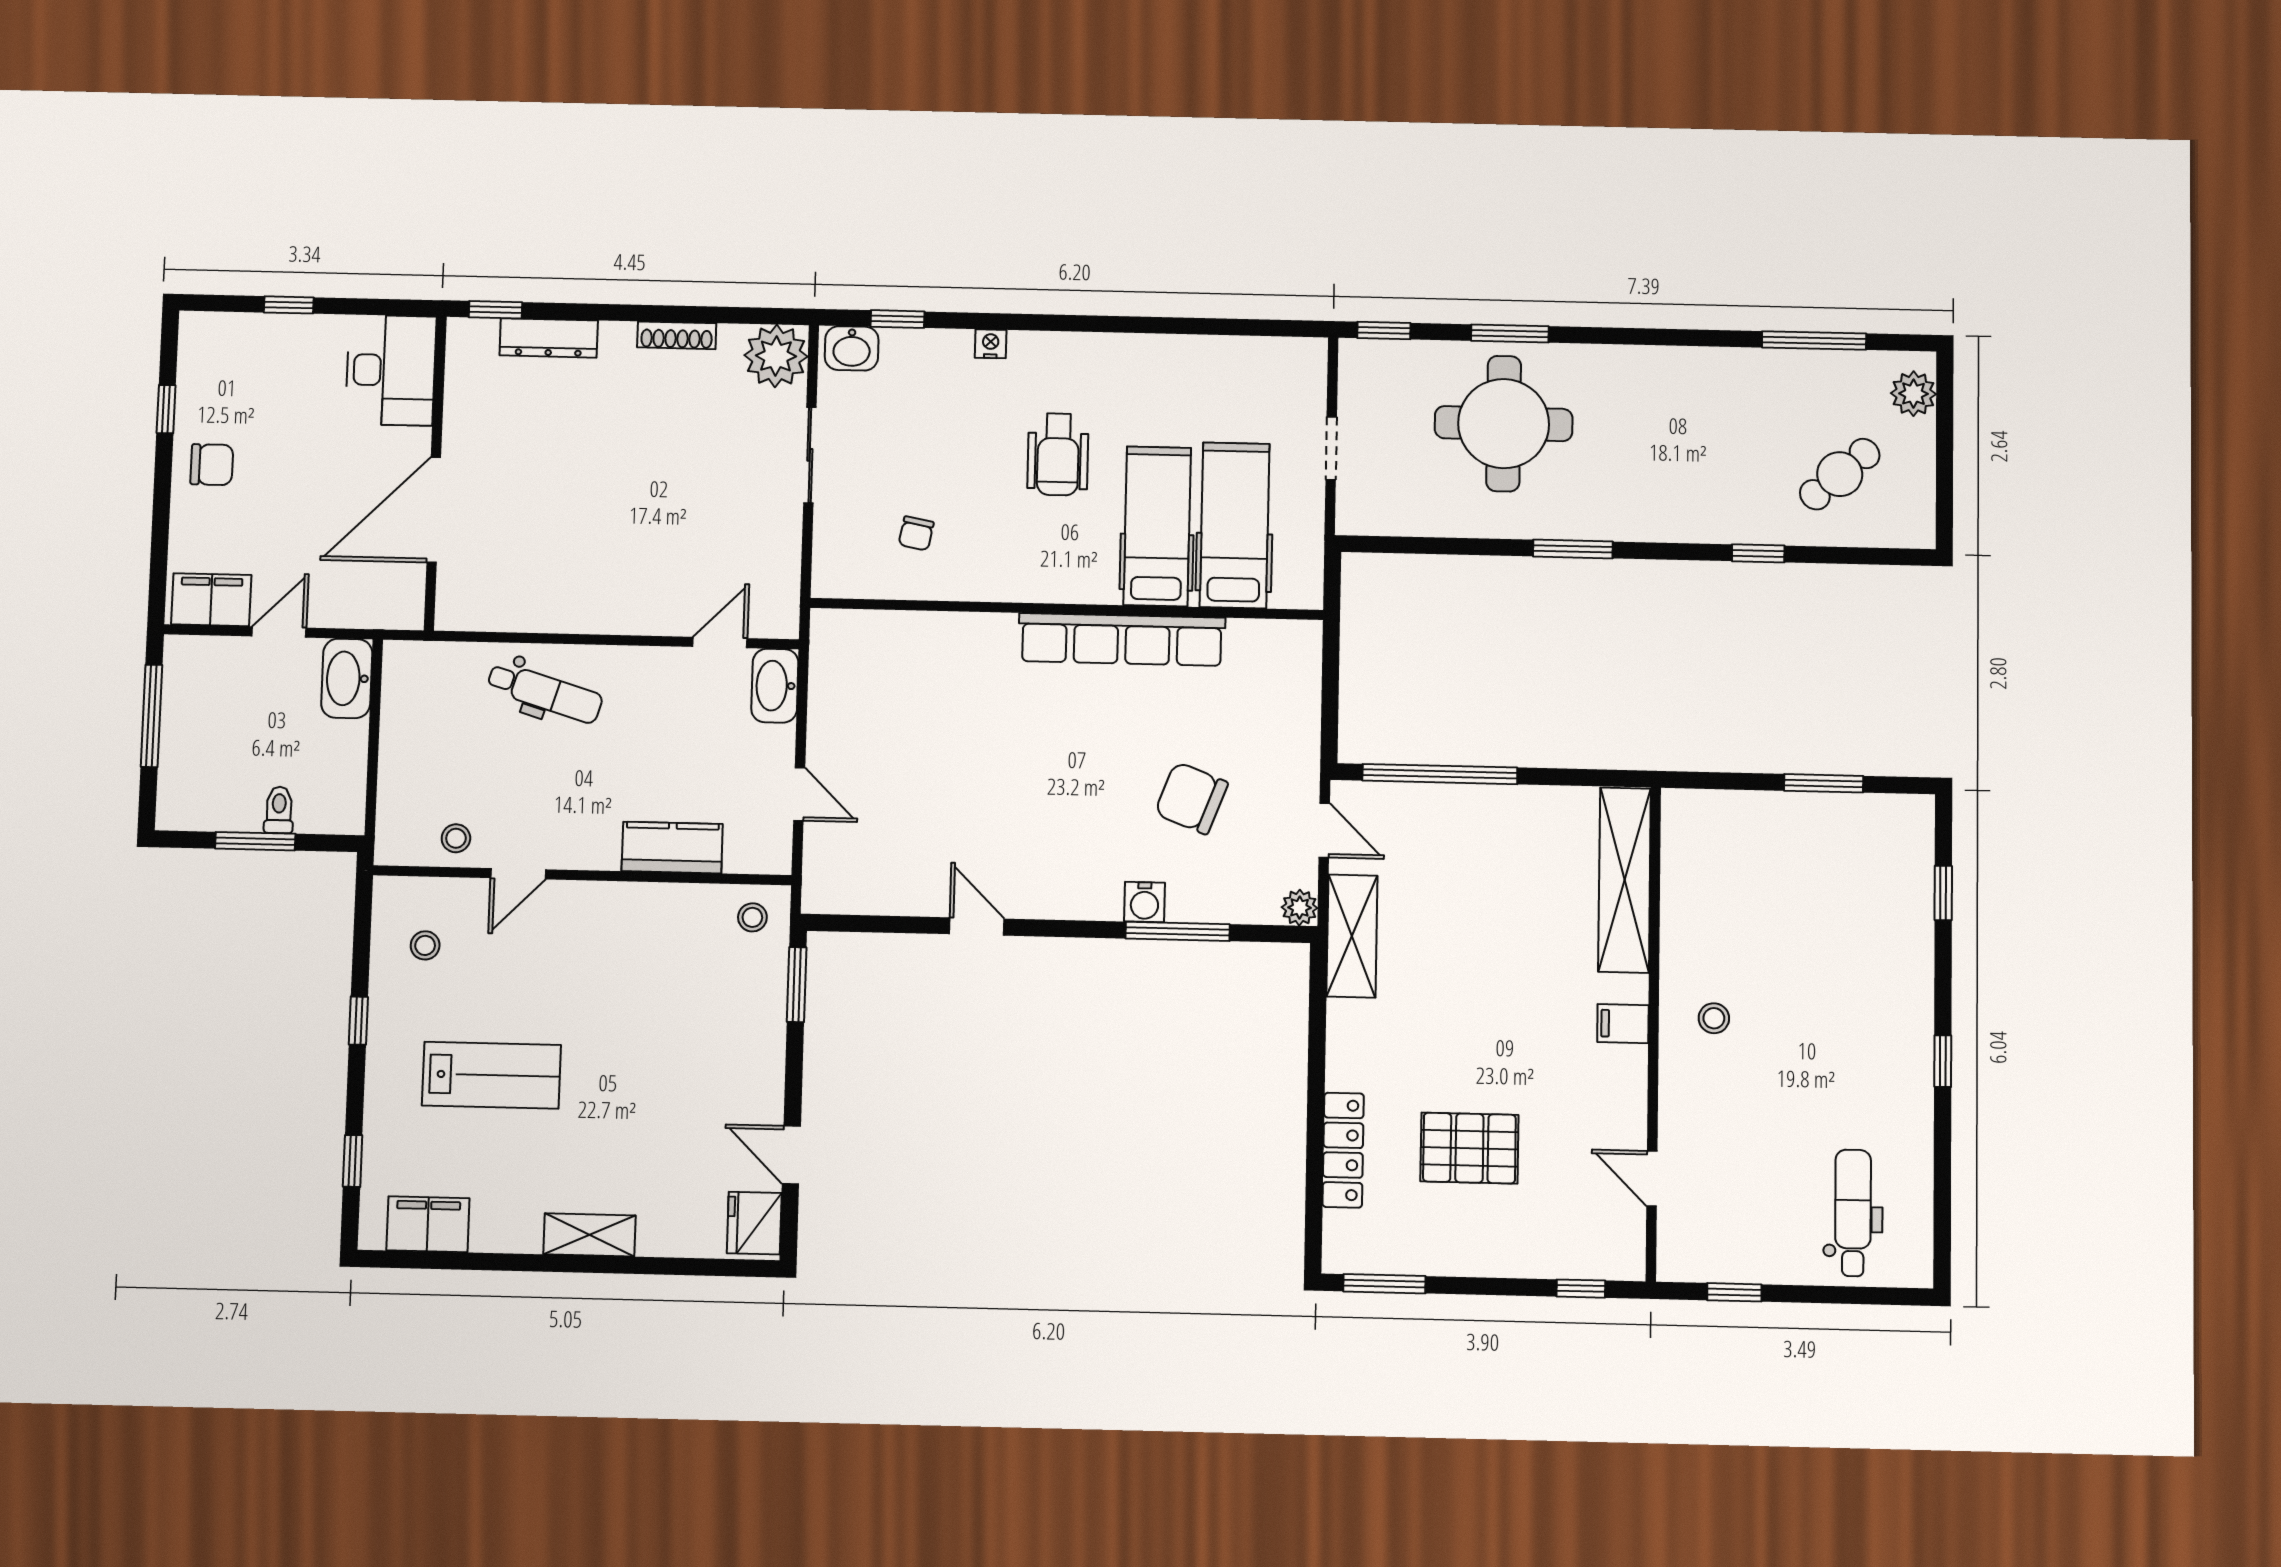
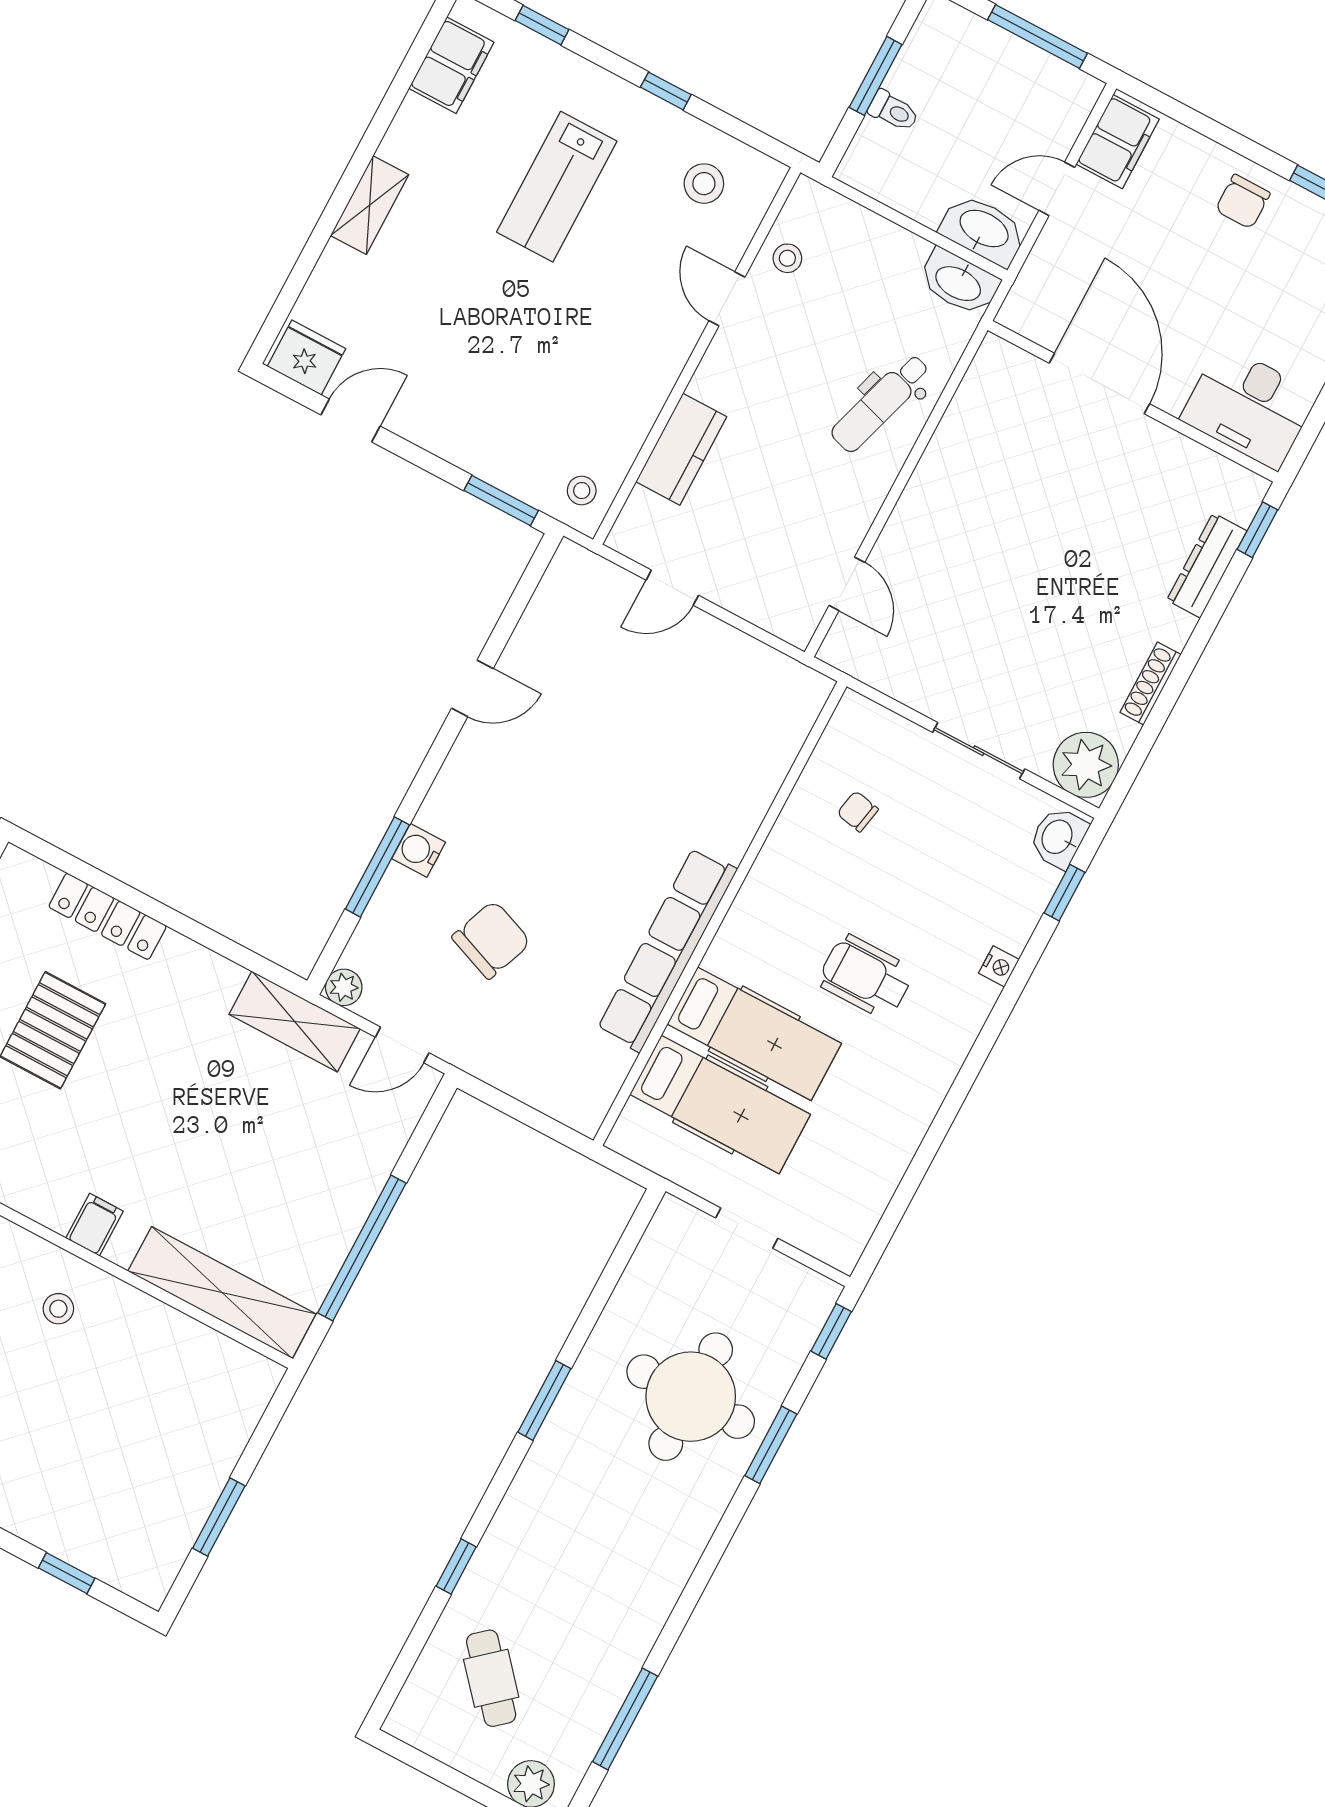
door: (279, 632) -> (1057, 189), swing flipped
washbasin: (775, 686) -> (959, 282), moved, turned 180
window: (1440, 774) -> (362, 1248), moved
stool: (425, 945) -> (704, 184), width x1.37, depth x1.37

